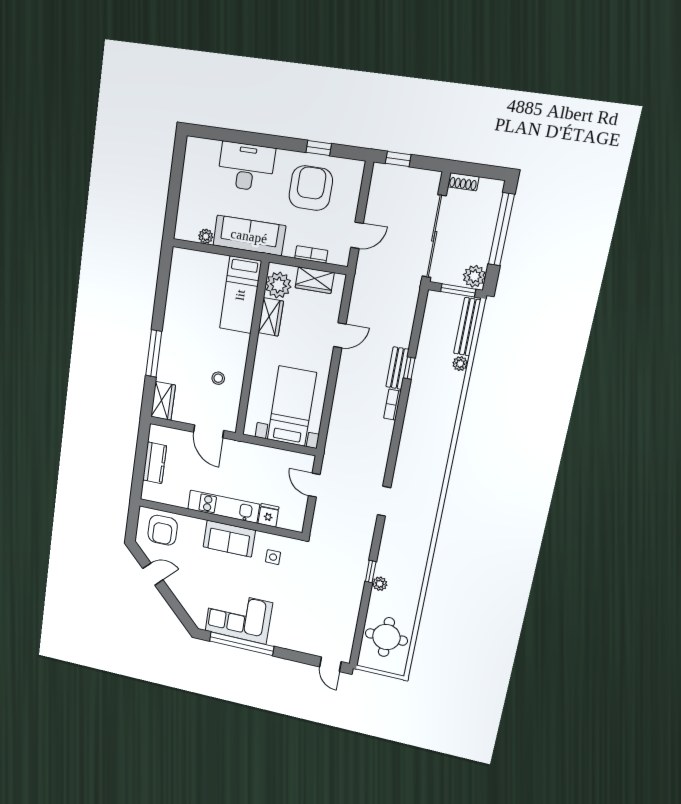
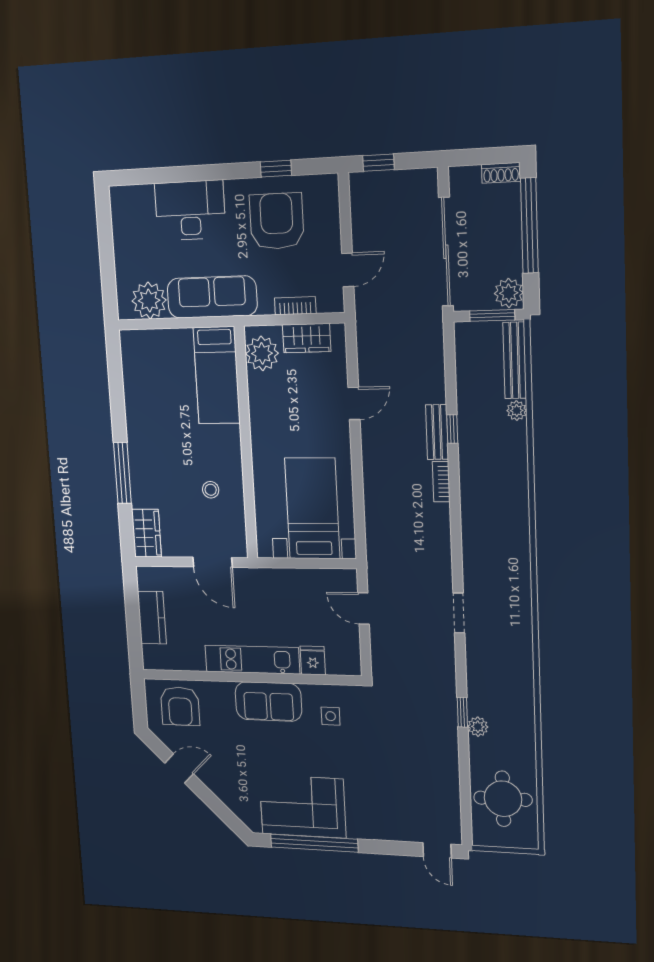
shoe rack: (463, 182) -> (501, 173), moved
plant: (206, 236) -> (149, 300), width x1.87, depth x1.87
wardrobe: (271, 317) -> (261, 397), removed

